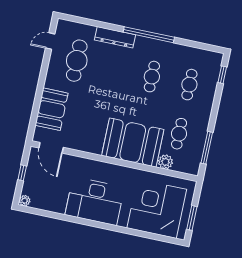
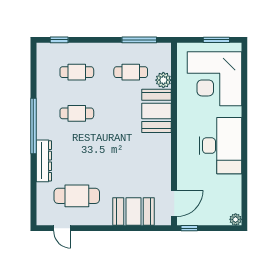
booth: (133, 143) -> (157, 111), width x0.73, depth x0.70
window: (22, 173) -> (189, 228), moved

